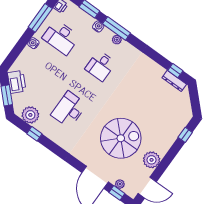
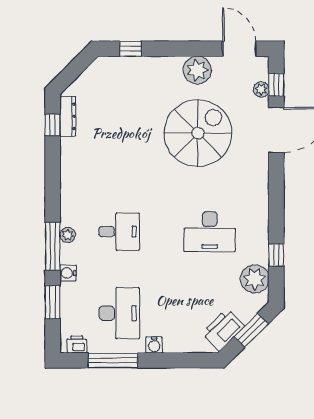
spiral stairs: (121, 138) -> (198, 133), turned 90

